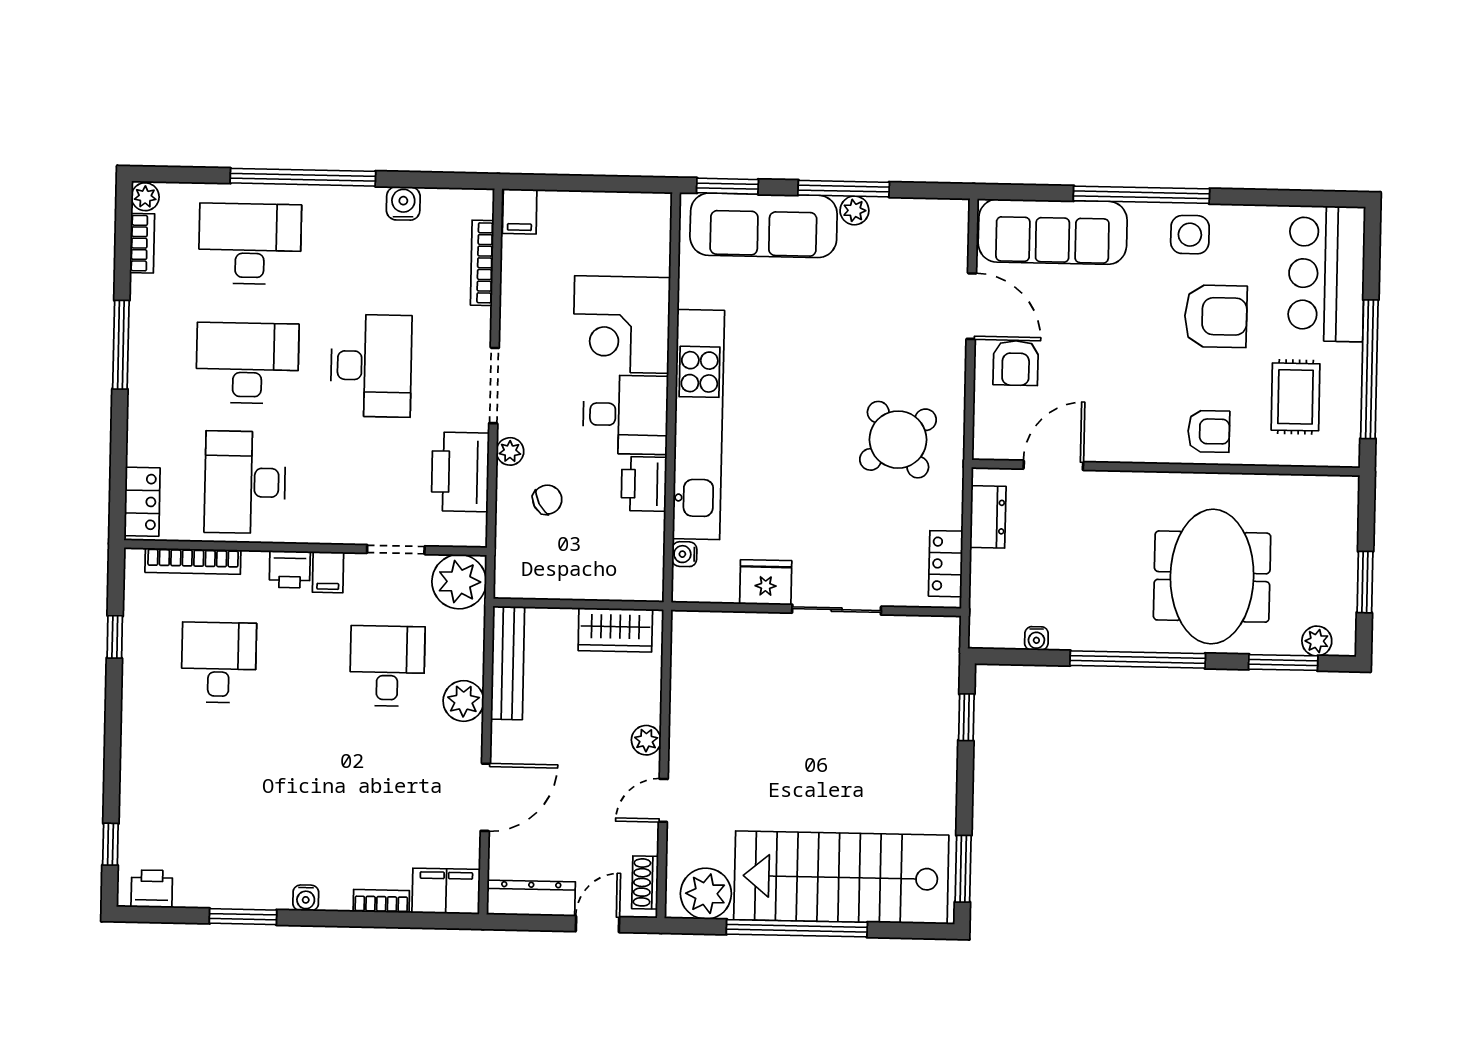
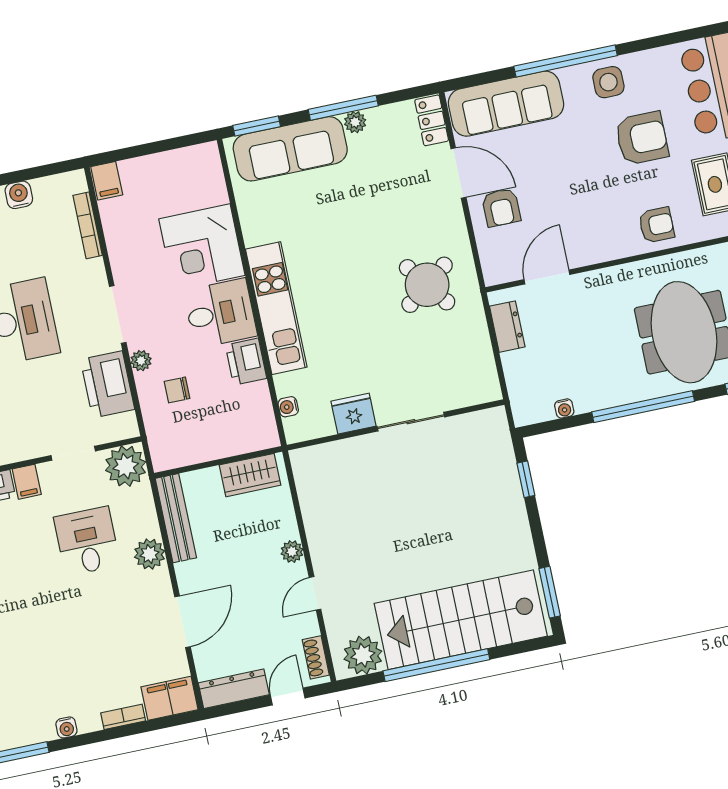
kitchen unit: (698, 425) -> (276, 308), width x0.73
chair: (547, 500) -> (177, 390), turned -152
locker: (946, 564) -> (432, 120), moved

